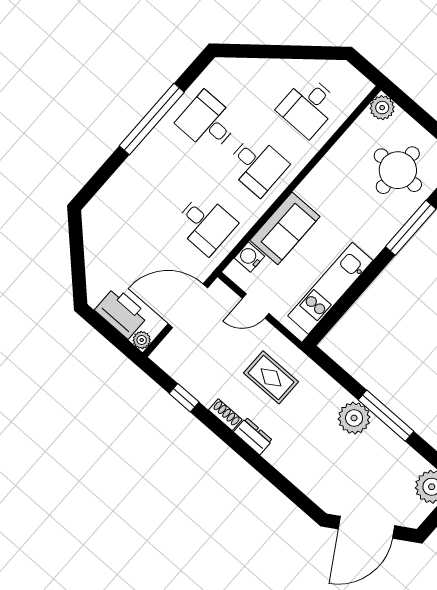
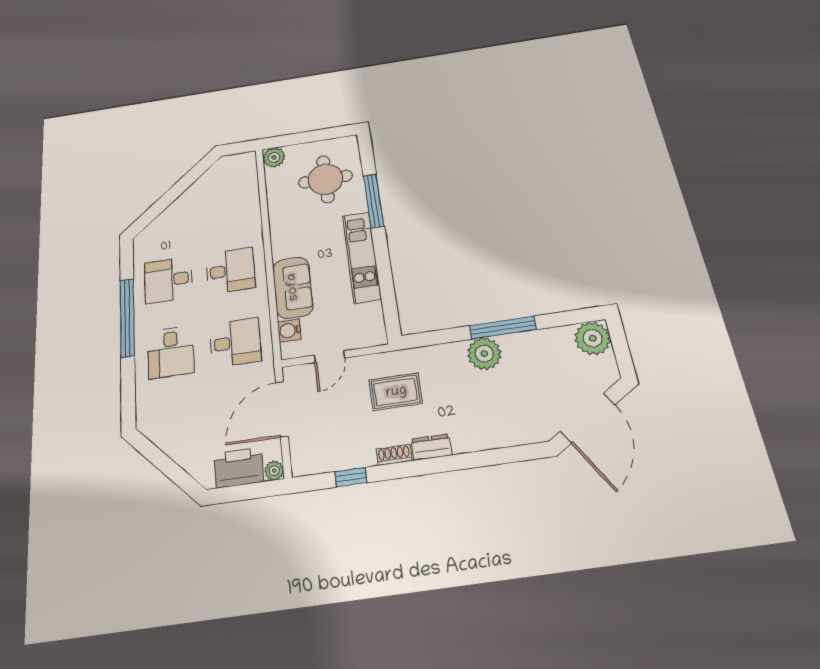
desk: (308, 106) -> (171, 352), moved
kitchen unit: (330, 288) -> (362, 257), moved

